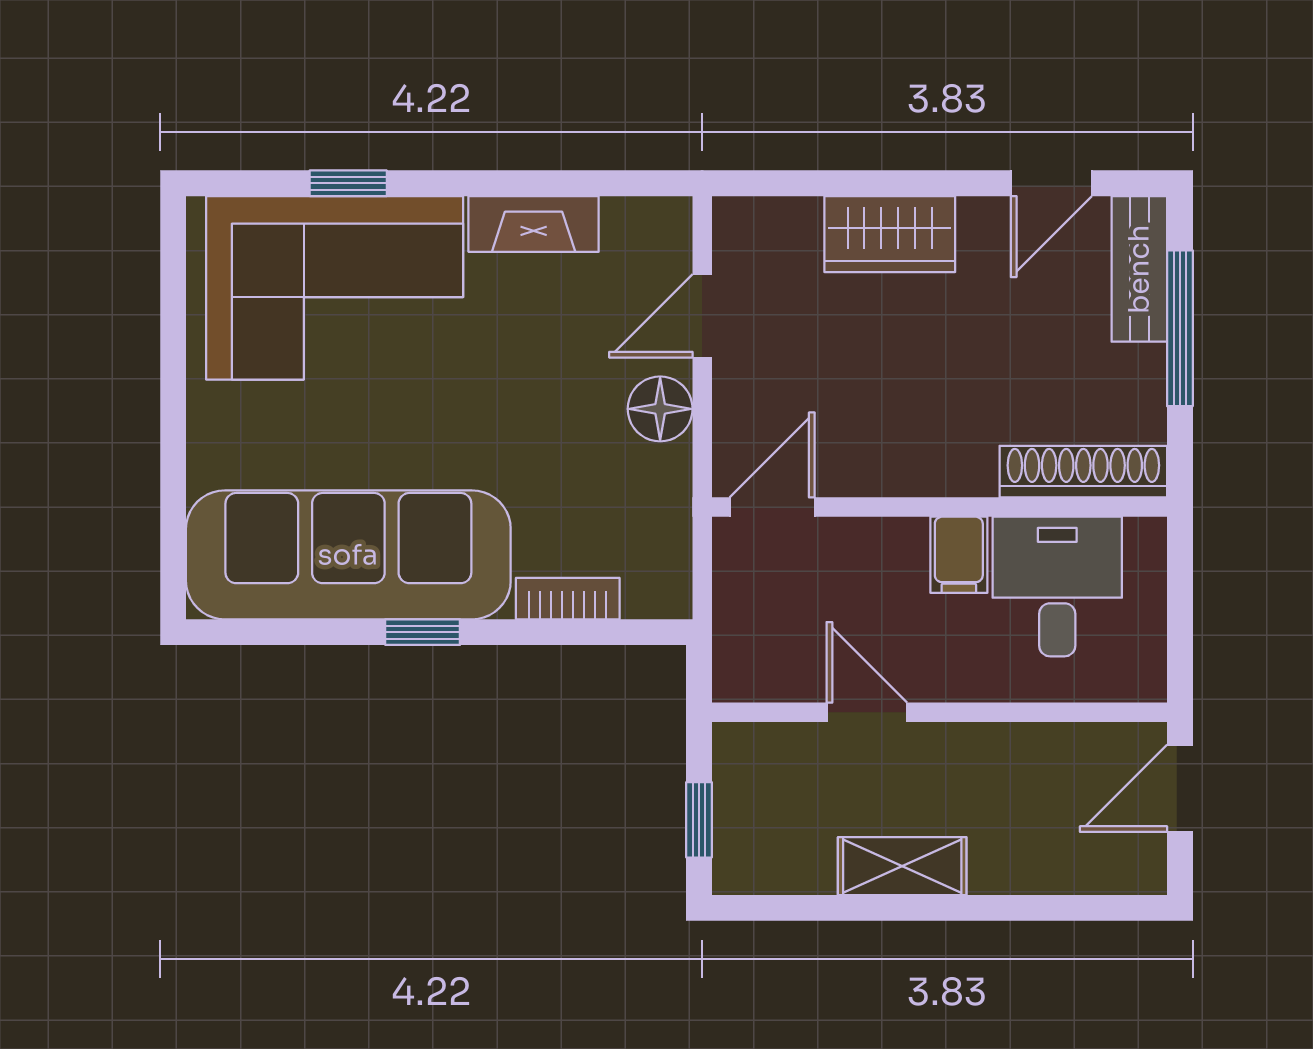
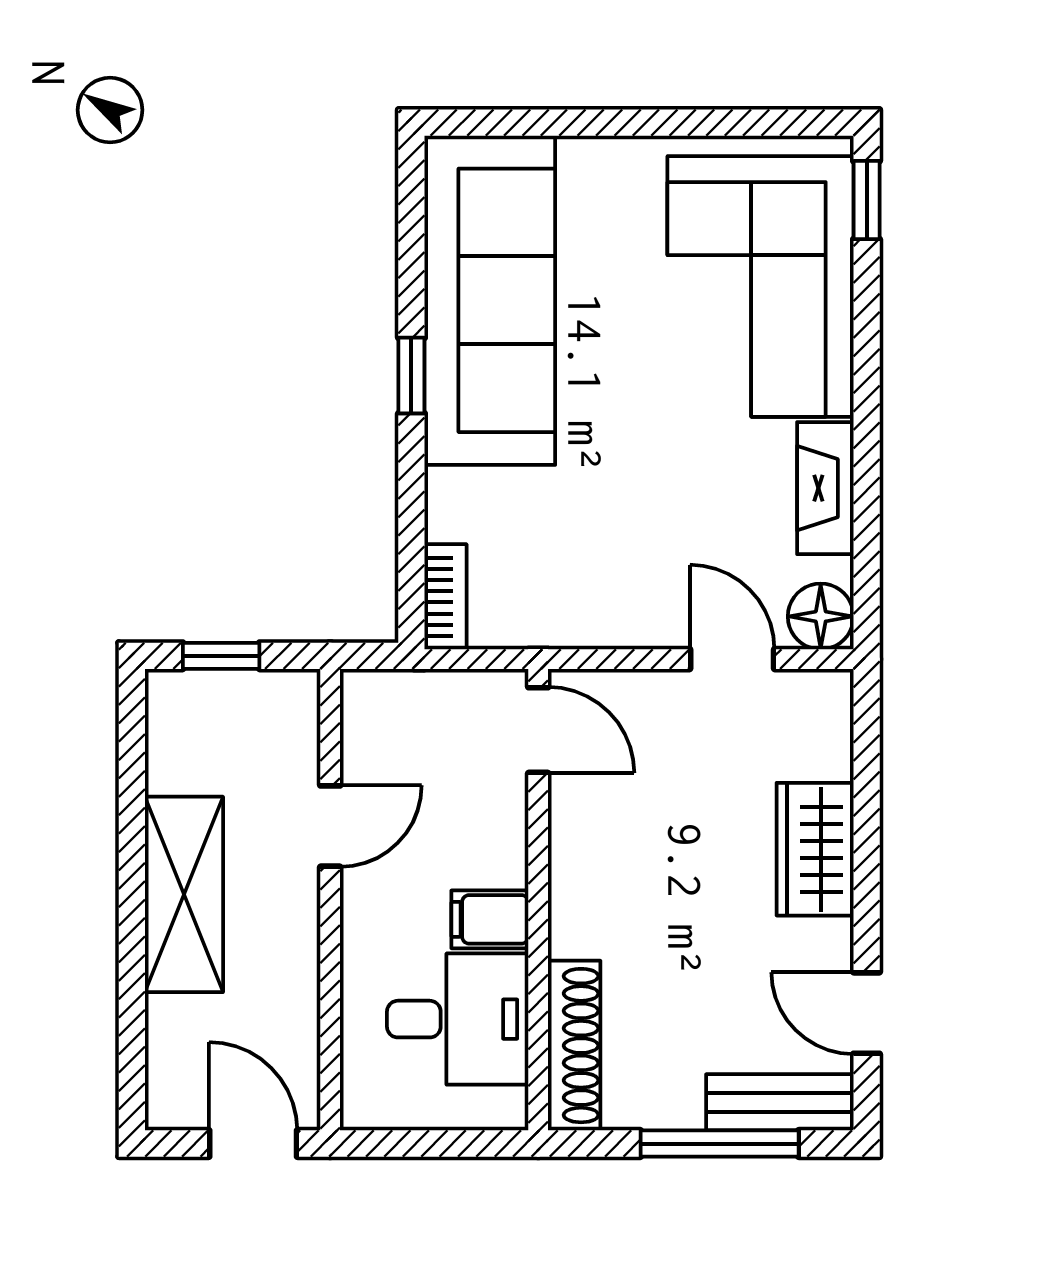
window: (348, 183) -> (867, 200), moved
floor lamp: (660, 409) -> (821, 616), moved
bookcase: (568, 599) -> (445, 597), moved
shelving: (902, 866) -> (184, 894), width x1.50, depth x1.33

